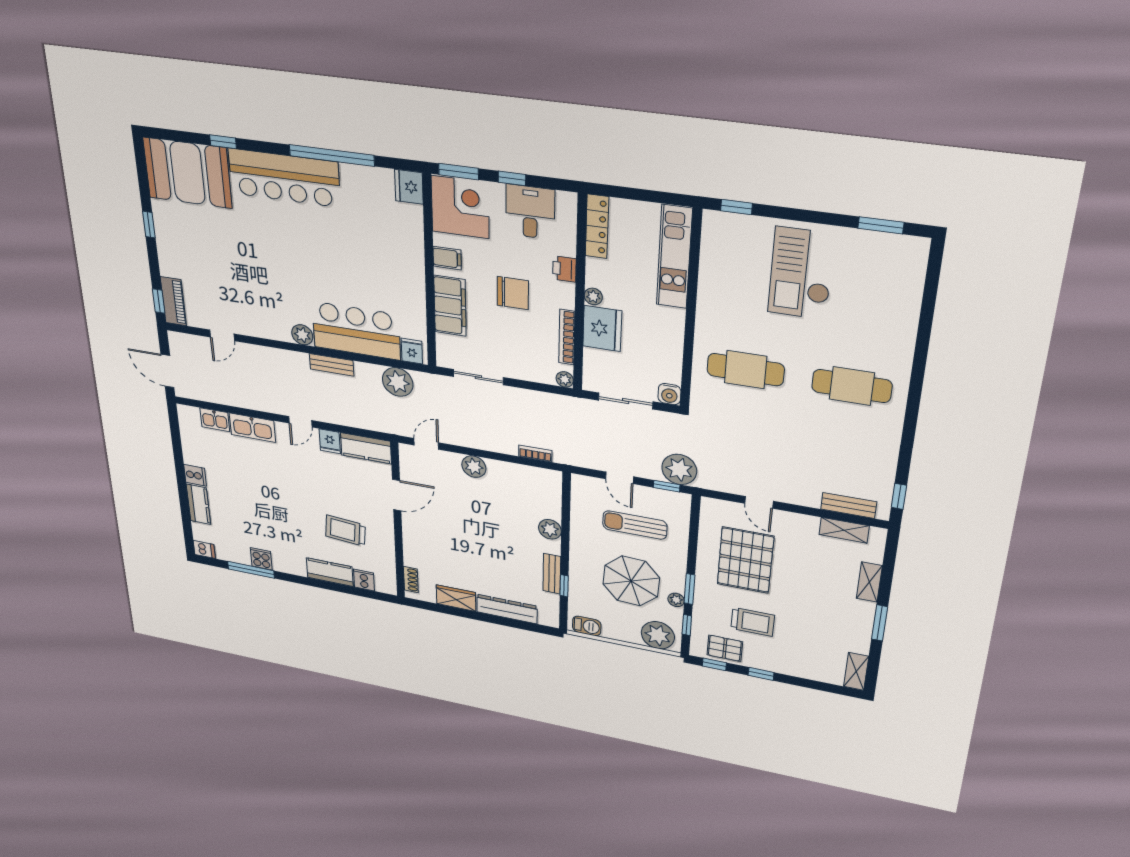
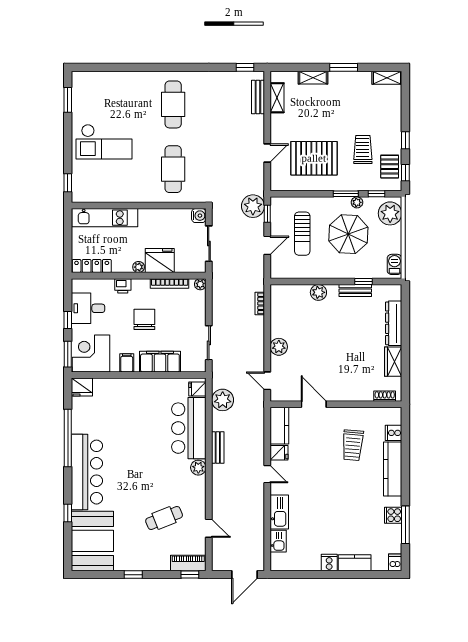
cafe table: (230, 278) -> (164, 518), added
kitchen counter: (330, 572) -> (393, 469), width x1.50

